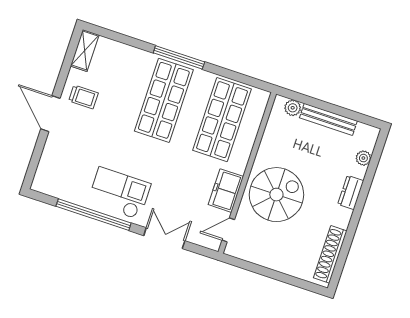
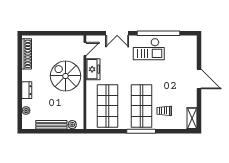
trolley: (83, 97) -> (164, 111), moved
spiral stairs: (276, 195) -> (66, 76), turned 90

